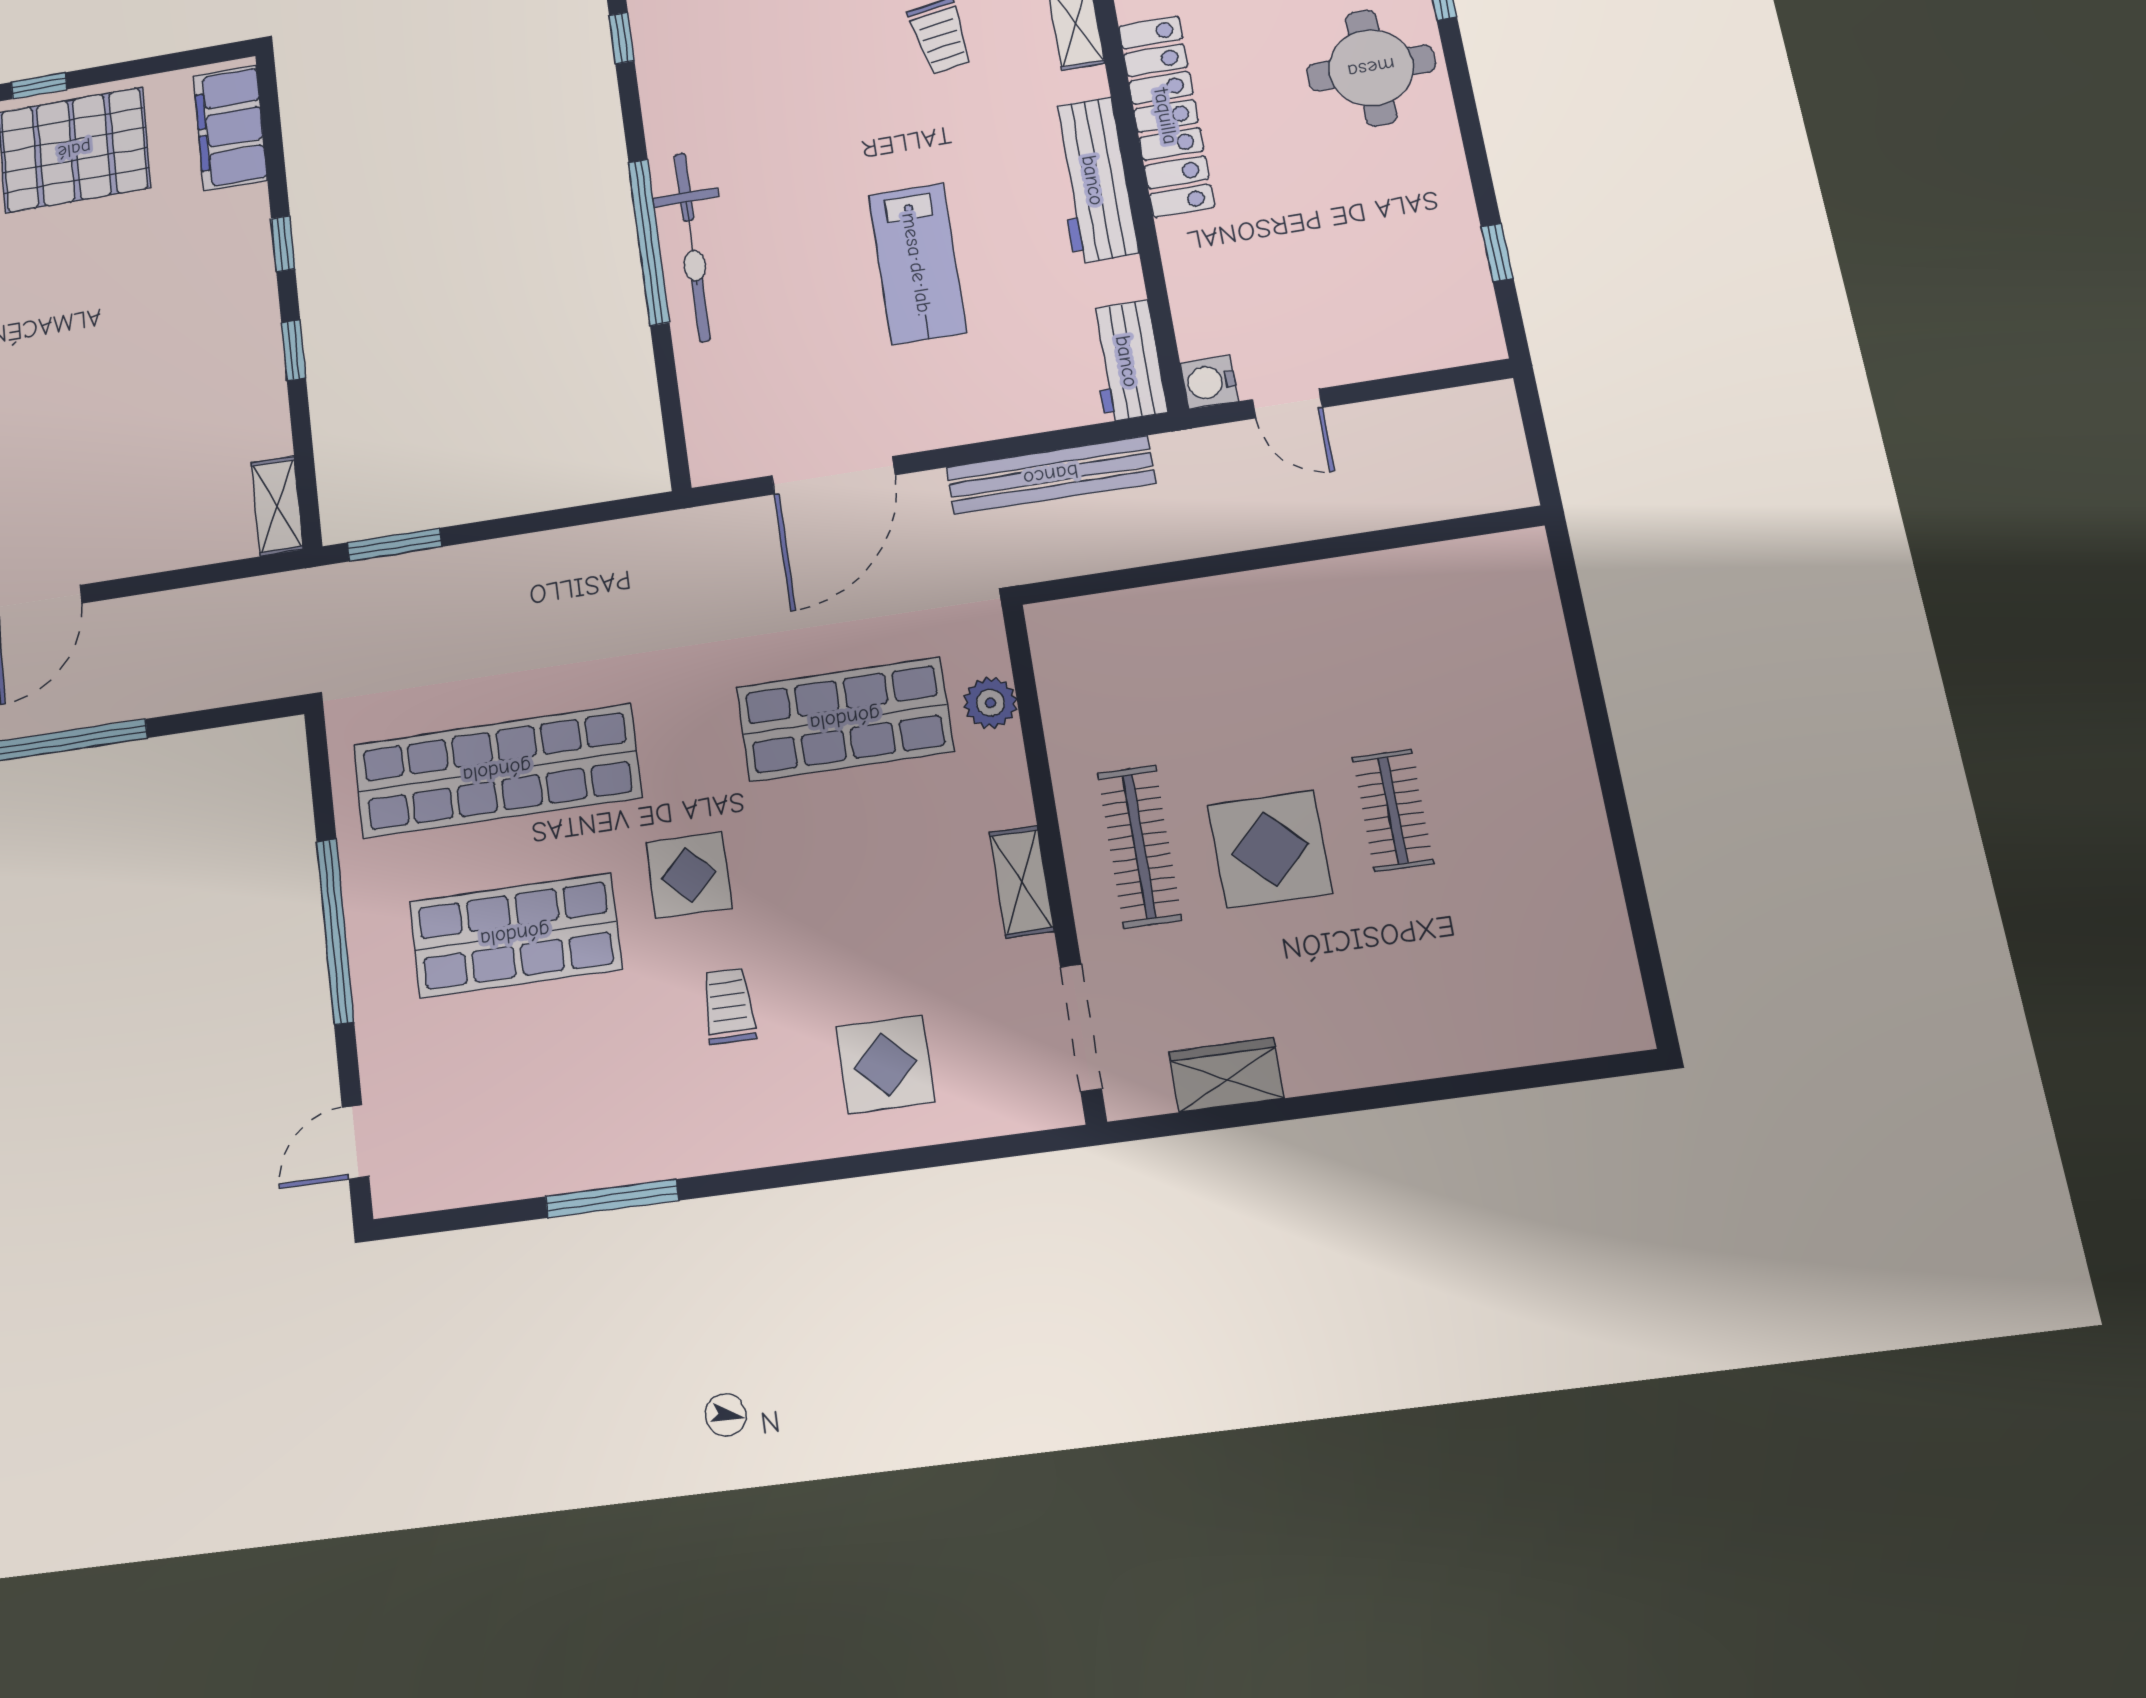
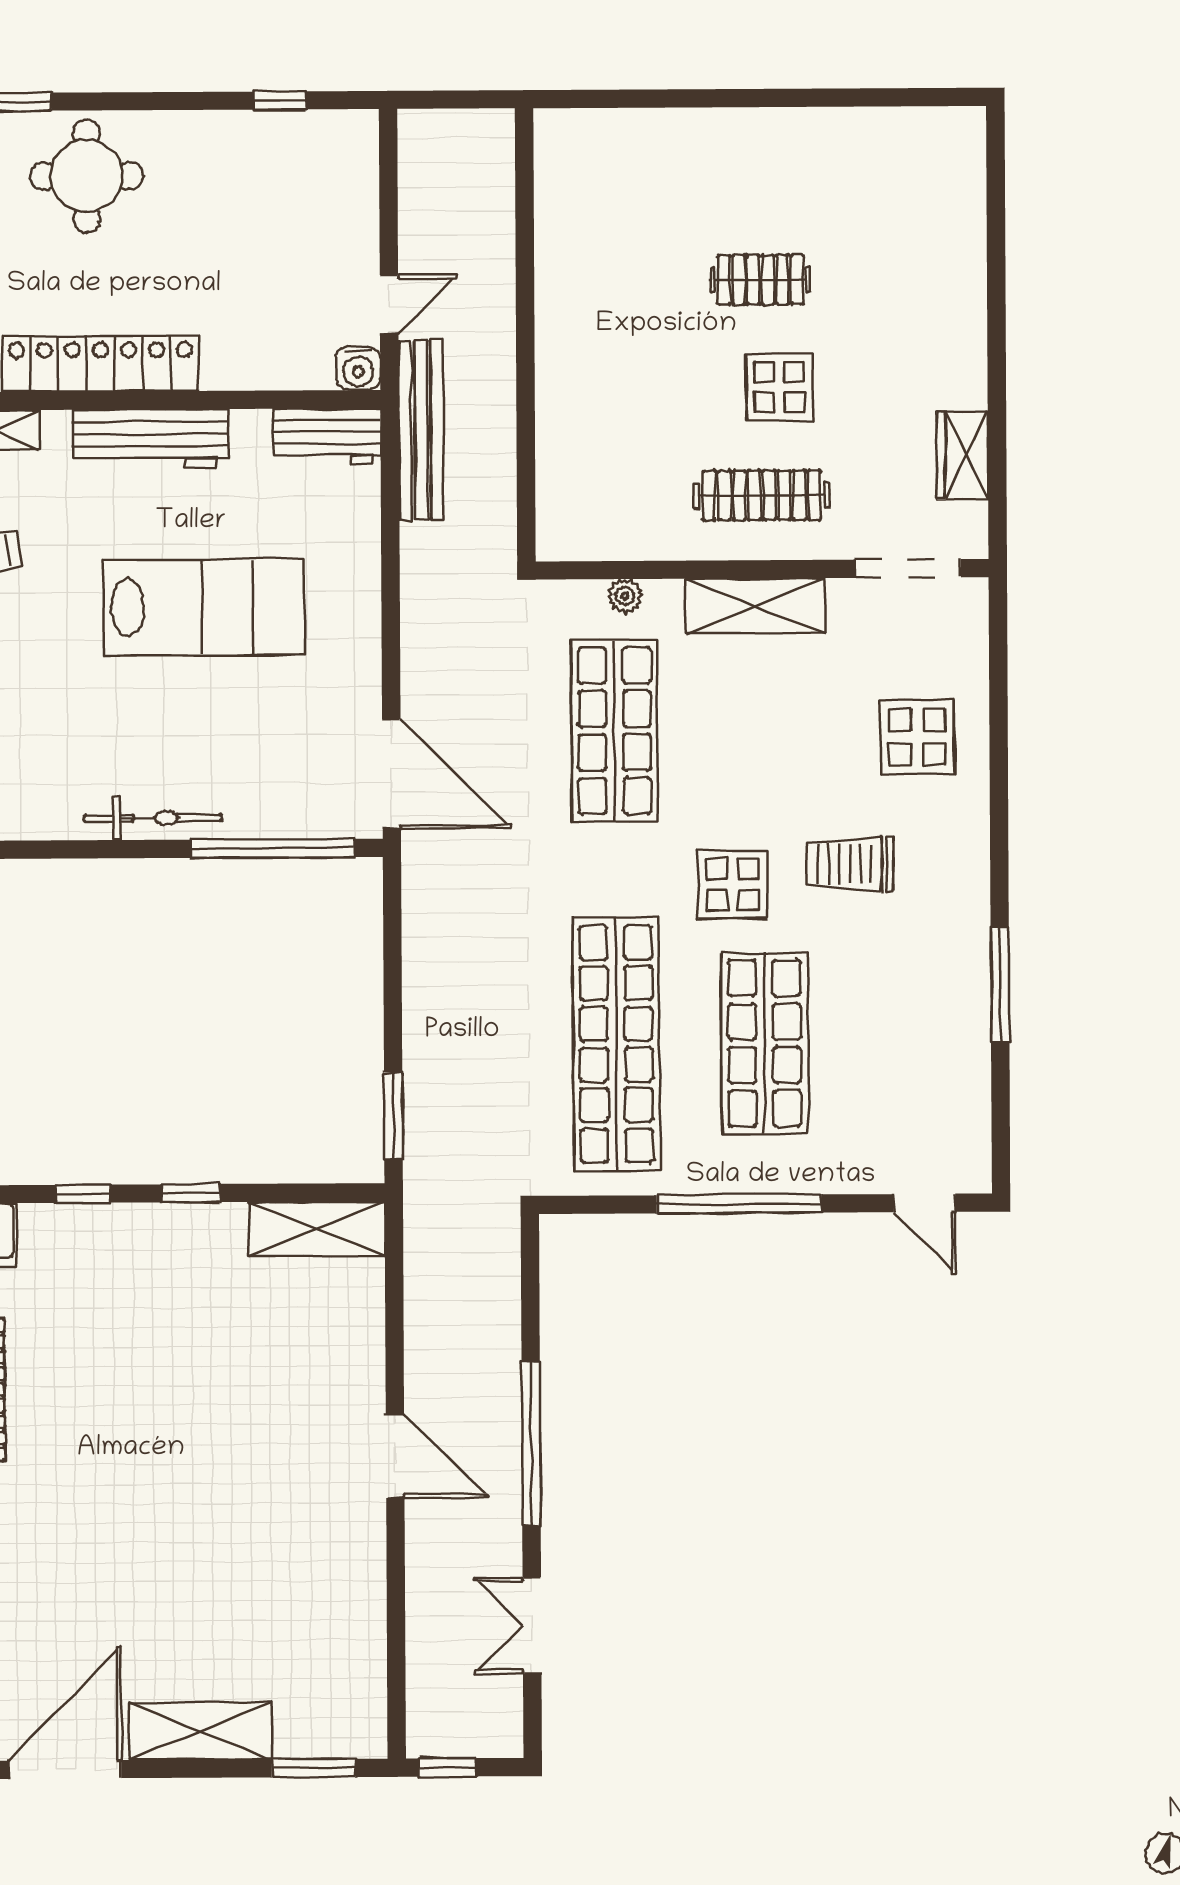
window: (649, 242) -> (272, 848), moved
bicycle: (692, 247) -> (153, 818), width x0.73, depth x0.71
lab bench: (917, 264) -> (204, 607), width x1.36, depth x1.39
door: (833, 475) -> (392, 774), moved
bench: (1051, 475) -> (421, 430), moved
shelving: (277, 506) -> (317, 1229), width x1.50, depth x1.33
plant: (990, 703) -> (625, 596), width x0.73, depth x0.73
display table: (1270, 849) -> (779, 387), width x0.73, depth x0.73
shelving: (1022, 882) -> (755, 606), width x1.50, depth x1.33
trolley: (729, 1006) -> (850, 864), width x1.36, depth x1.39

